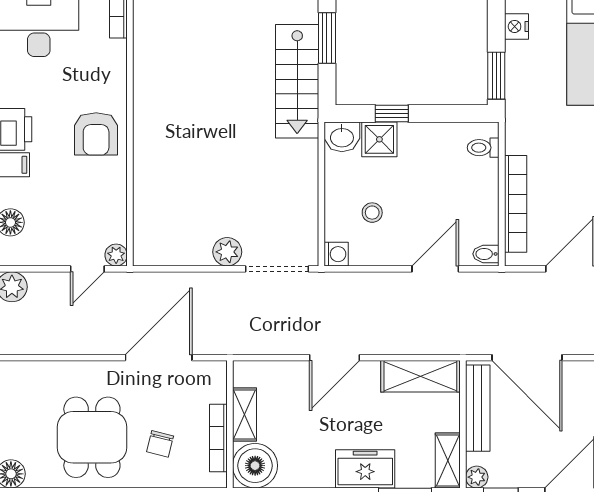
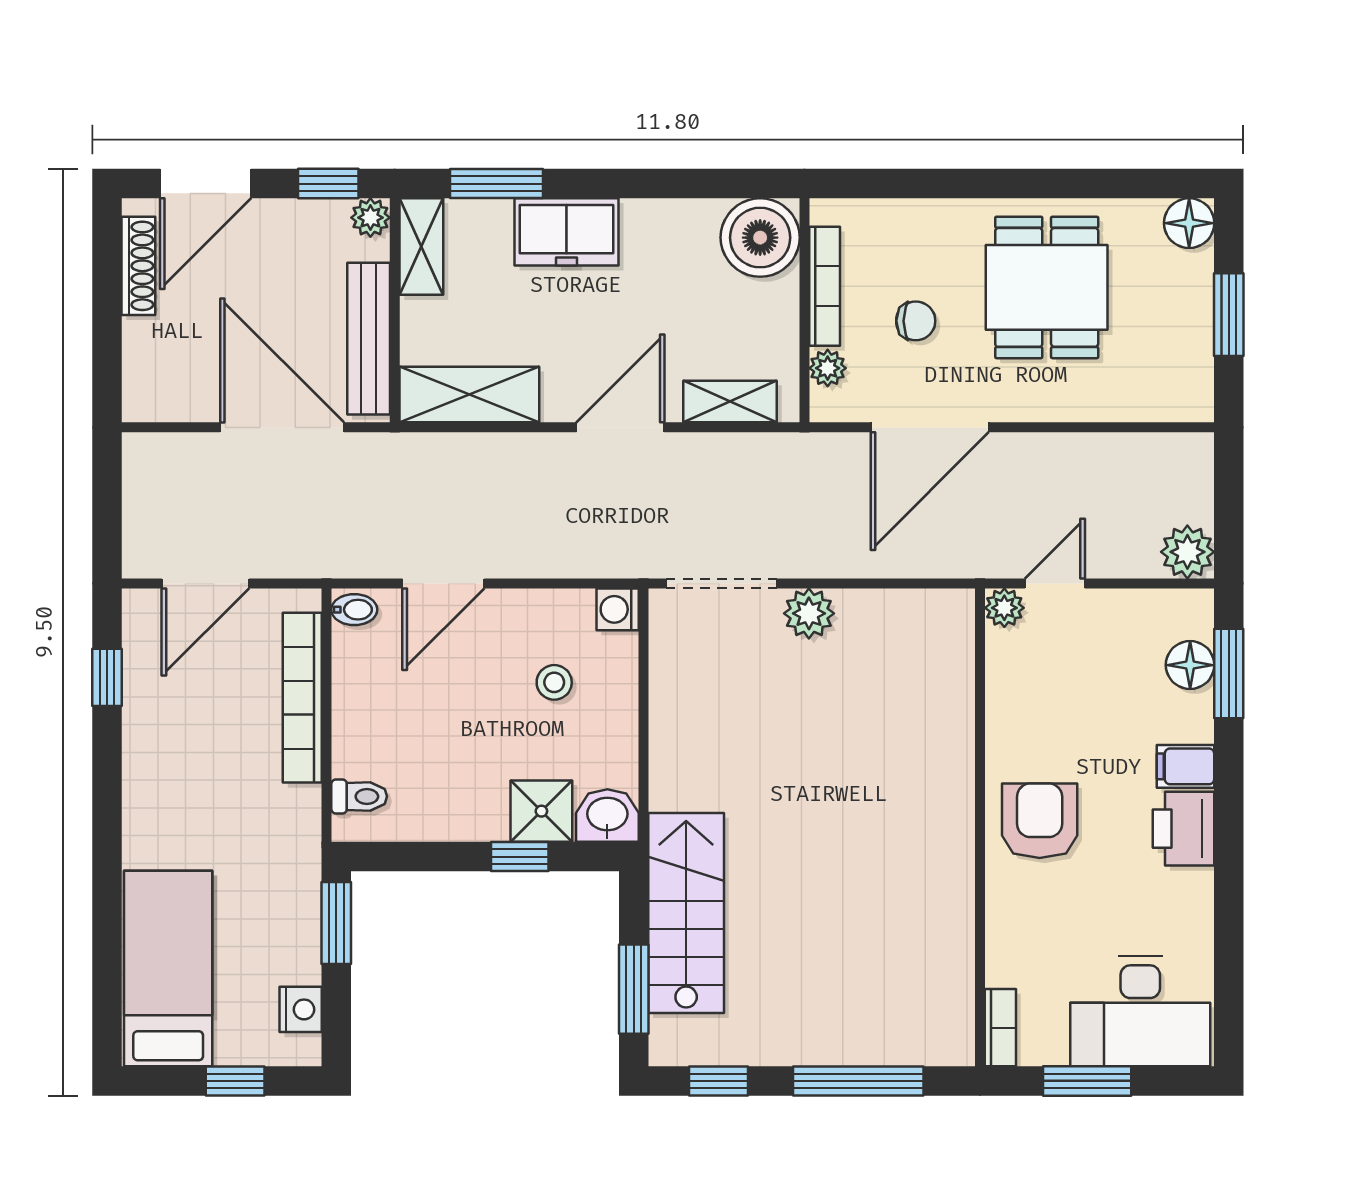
plant: (217, 391) -> (828, 368), added
shelving: (245, 414) -> (730, 402), moved, turned 90
chair: (160, 444) -> (916, 321), moved, turned 76

